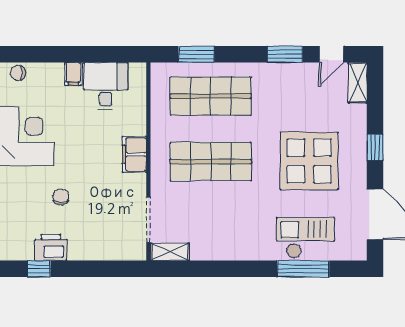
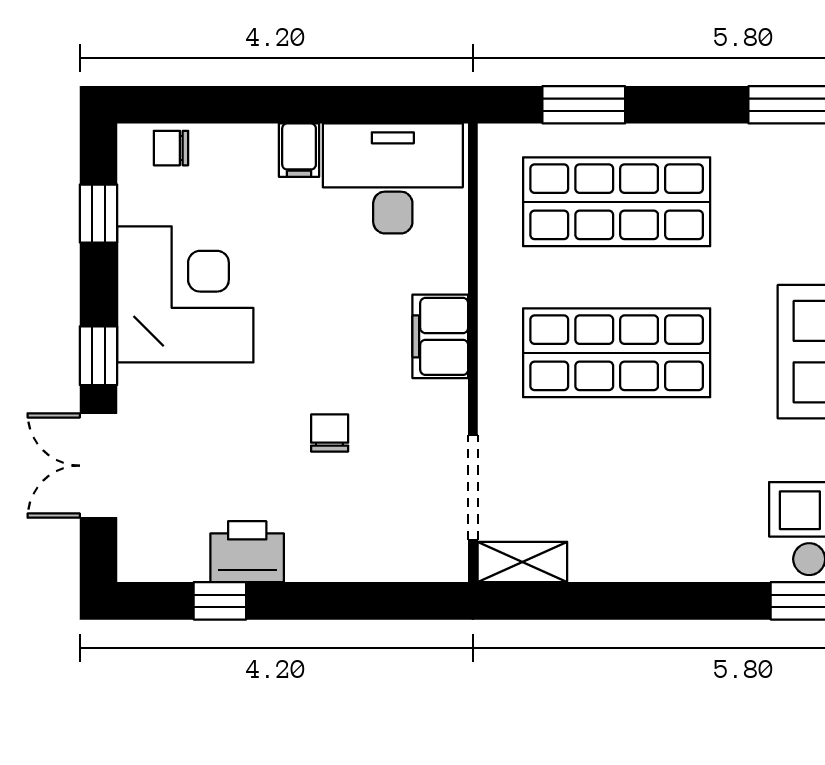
desk: (106, 86) -> (393, 178), width x1.37
chair: (61, 197) -> (330, 433), moved

